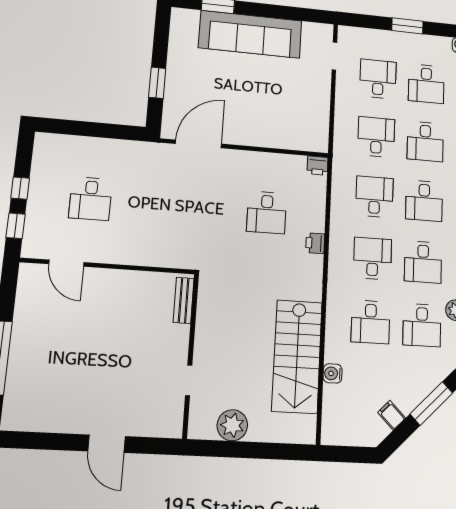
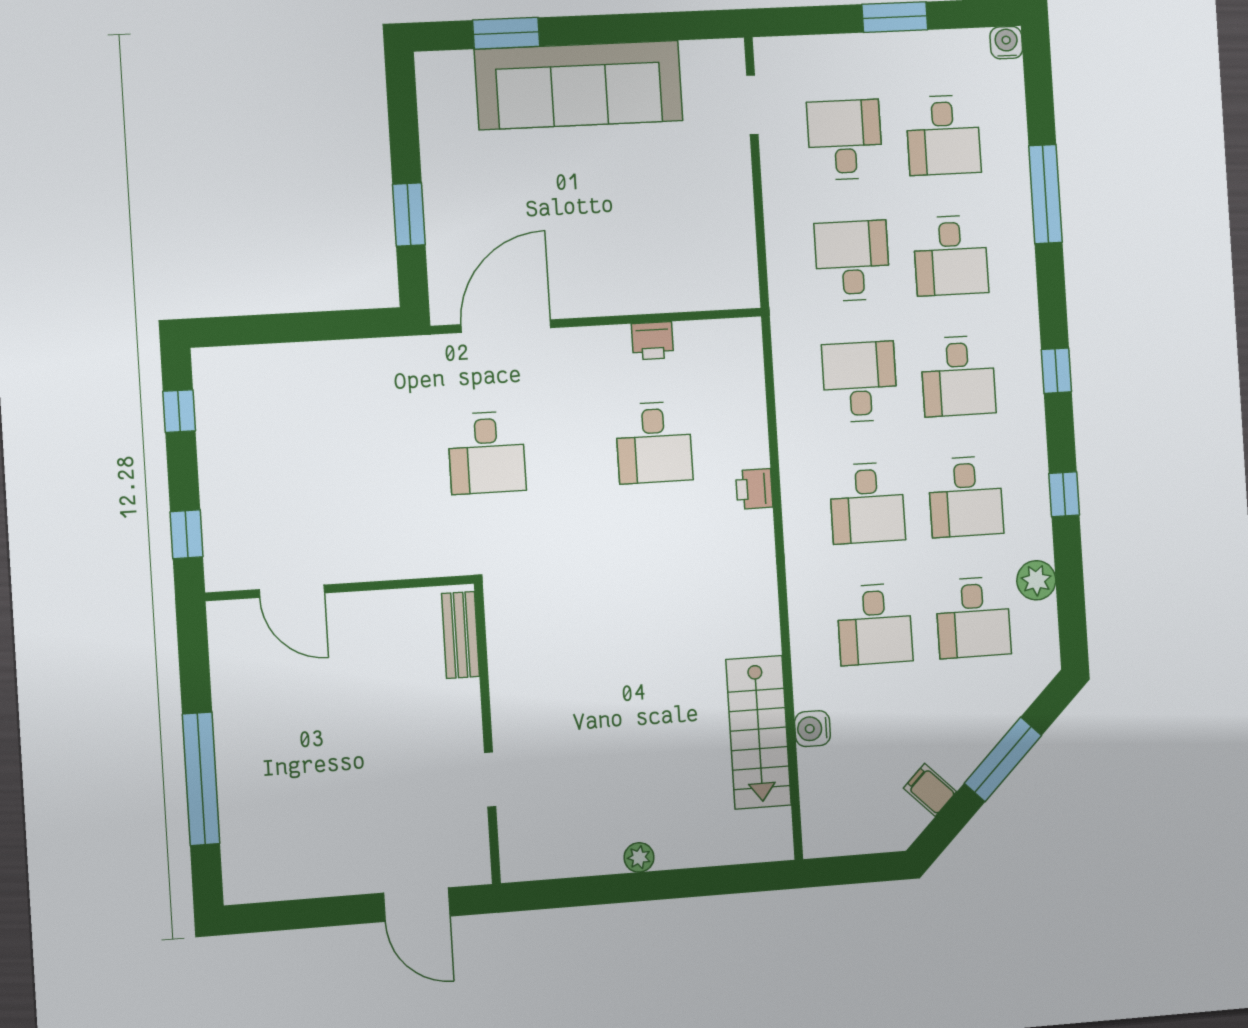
printer: (318, 166) -> (652, 341), moved
window: (20, 188) -> (179, 411), moved
desk: (91, 199) -> (487, 453), moved
desk: (372, 258) -> (867, 503), turned 180
bench: (184, 300) -> (461, 635), moved
wall: (191, 355) -> (487, 733), moved
stairs: (297, 356) -> (759, 732), width x0.73, depth x0.66
doorway: (189, 380) -> (490, 780), moved
plant: (232, 425) -> (639, 857), width x0.53, depth x0.53

